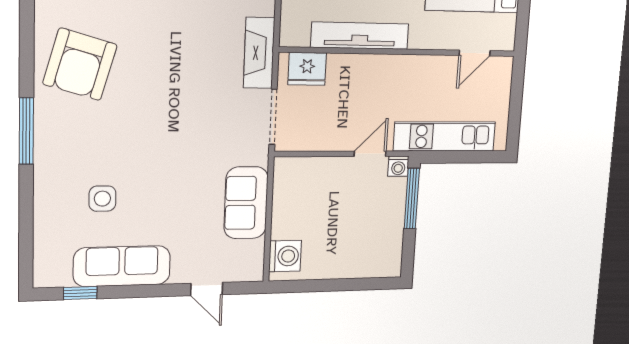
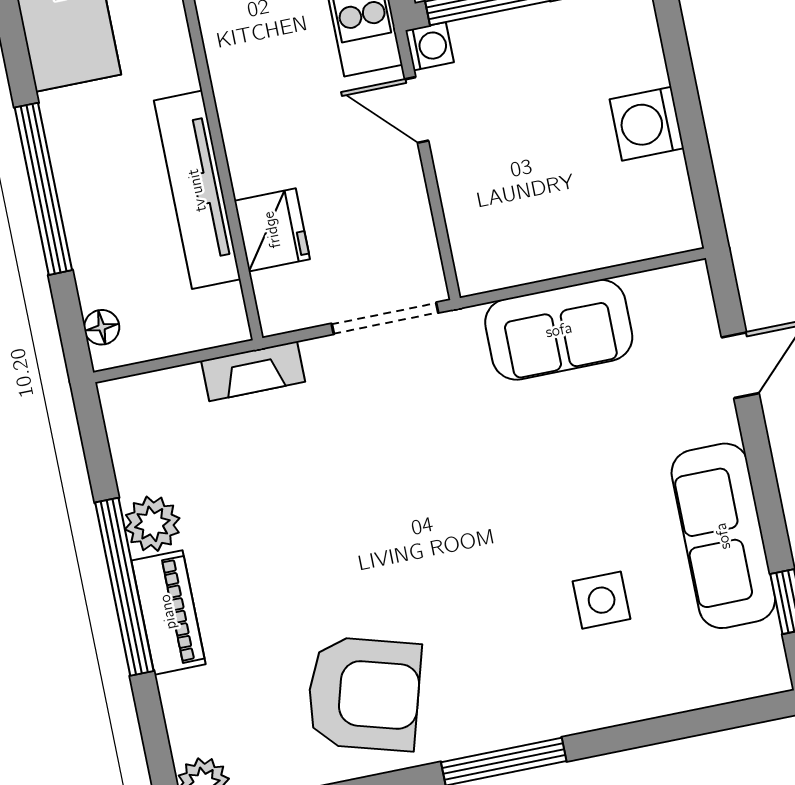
fireplace: (259, 53) -> (253, 371), width x0.73, depth x0.76
fridge: (307, 69) -> (272, 230), moved
washing machine: (285, 256) -> (647, 124), moved, turned -90

